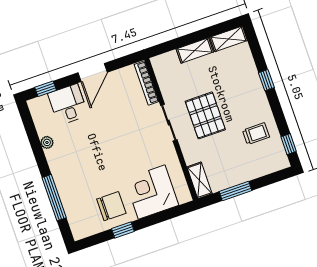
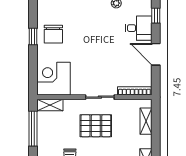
shelving: (195, 50) -> (146, 121), moved
window: (236, 191) -> (33, 129), width x1.44
corner desk: (152, 192) -> (53, 79), moved, turned -90

